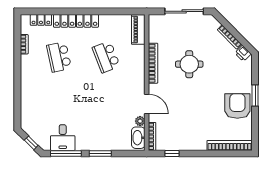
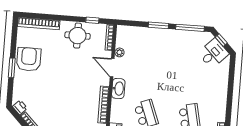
round table: (189, 64) -> (78, 36), moved
armchair: (237, 106) -> (29, 59), turned 180
desk: (63, 138) -> (213, 53), moved, turned 45
washbasin: (138, 138) -> (118, 89), moved

